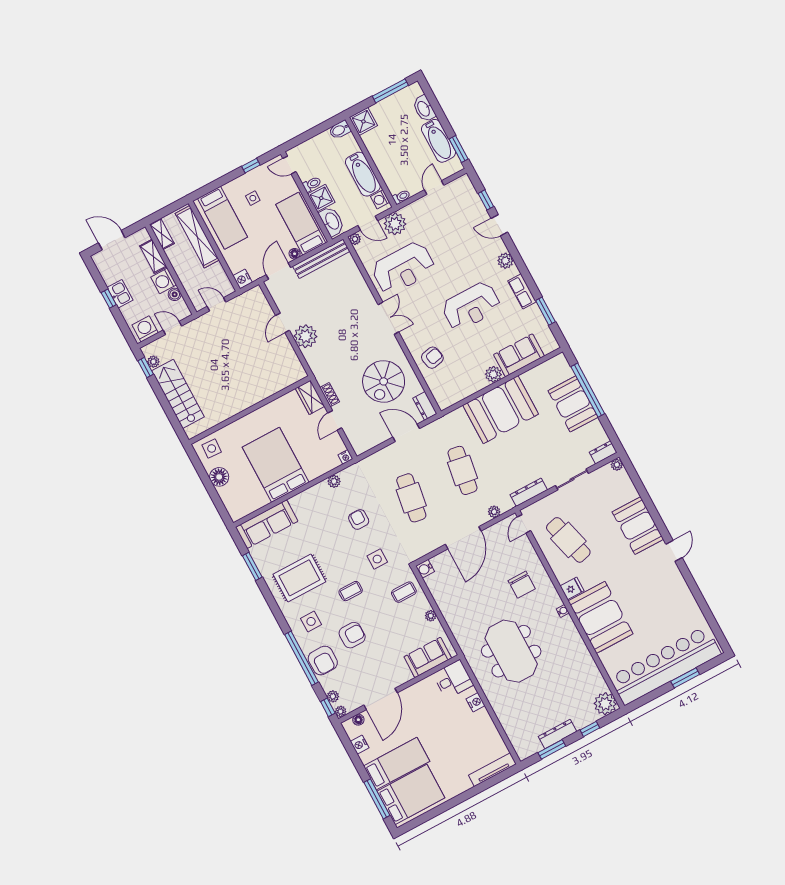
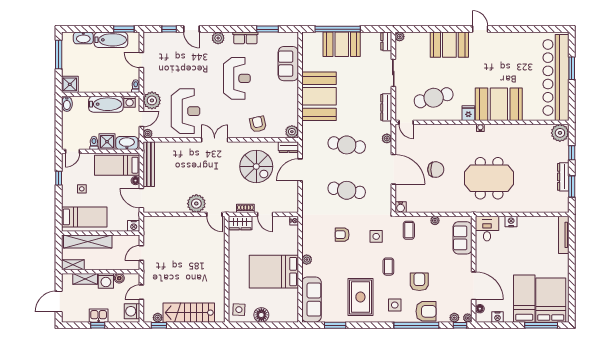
door: (499, 225) -> (191, 29), hinge flipped
door: (283, 323) -> (214, 214), moved
plant: (493, 374) -> (292, 132), moved
plant: (334, 481) -> (307, 260), moved
chair: (522, 585) -> (436, 170), moved

